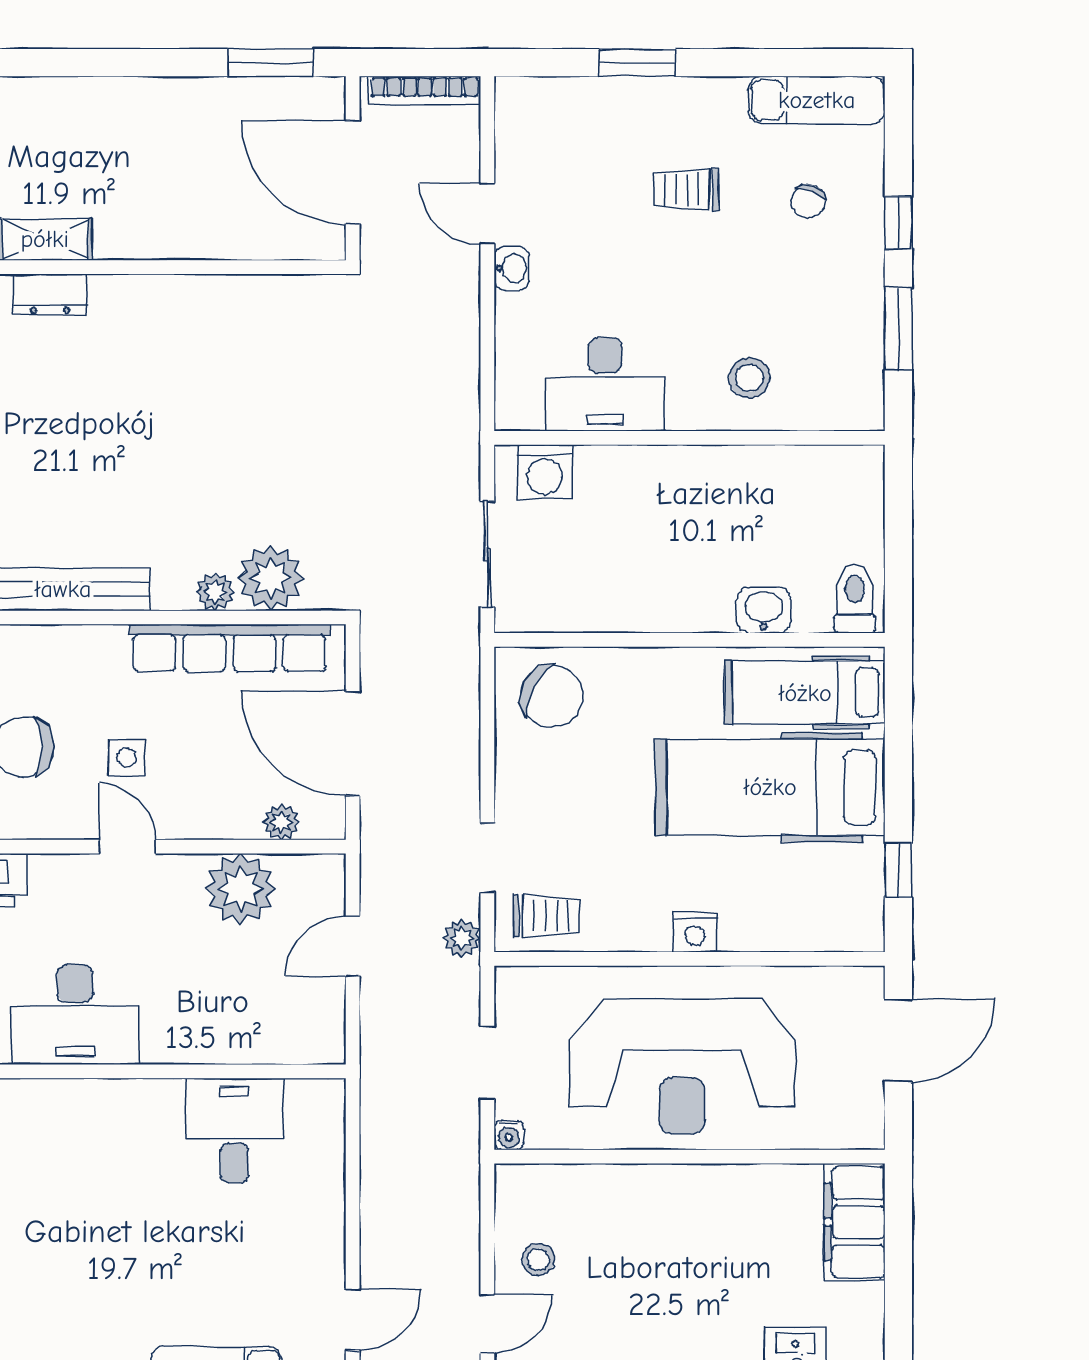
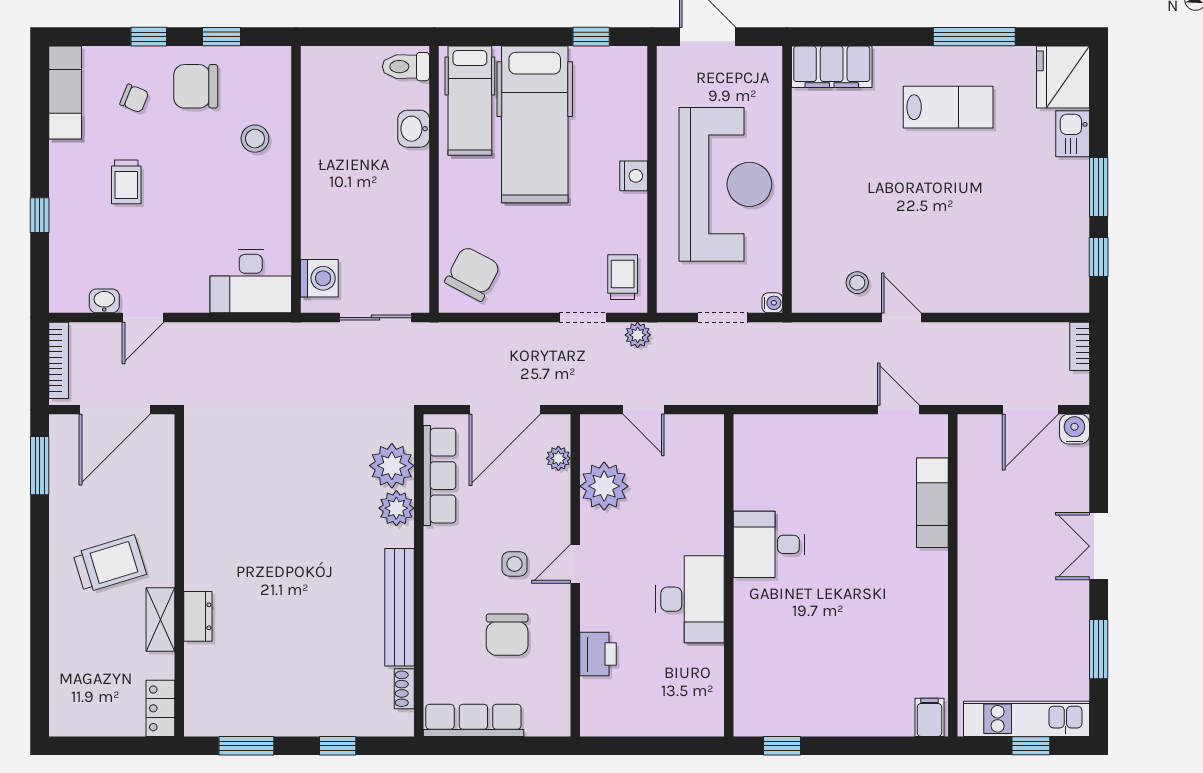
window: (637, 63) -> (40, 215), width x0.67
trolley: (127, 165) -> (110, 564), added
washbasin: (512, 268) -> (104, 301), moved
chair: (826, 291) -> (196, 86), added
window: (898, 329) -> (222, 37), width x0.67
desk: (605, 384) -> (251, 281), moved, turned 90
plant: (215, 592) -> (396, 508), width x1.38, depth x1.38
row of seats: (229, 648) -> (439, 476), width x0.73
desk: (235, 1130) -> (769, 544), moved

